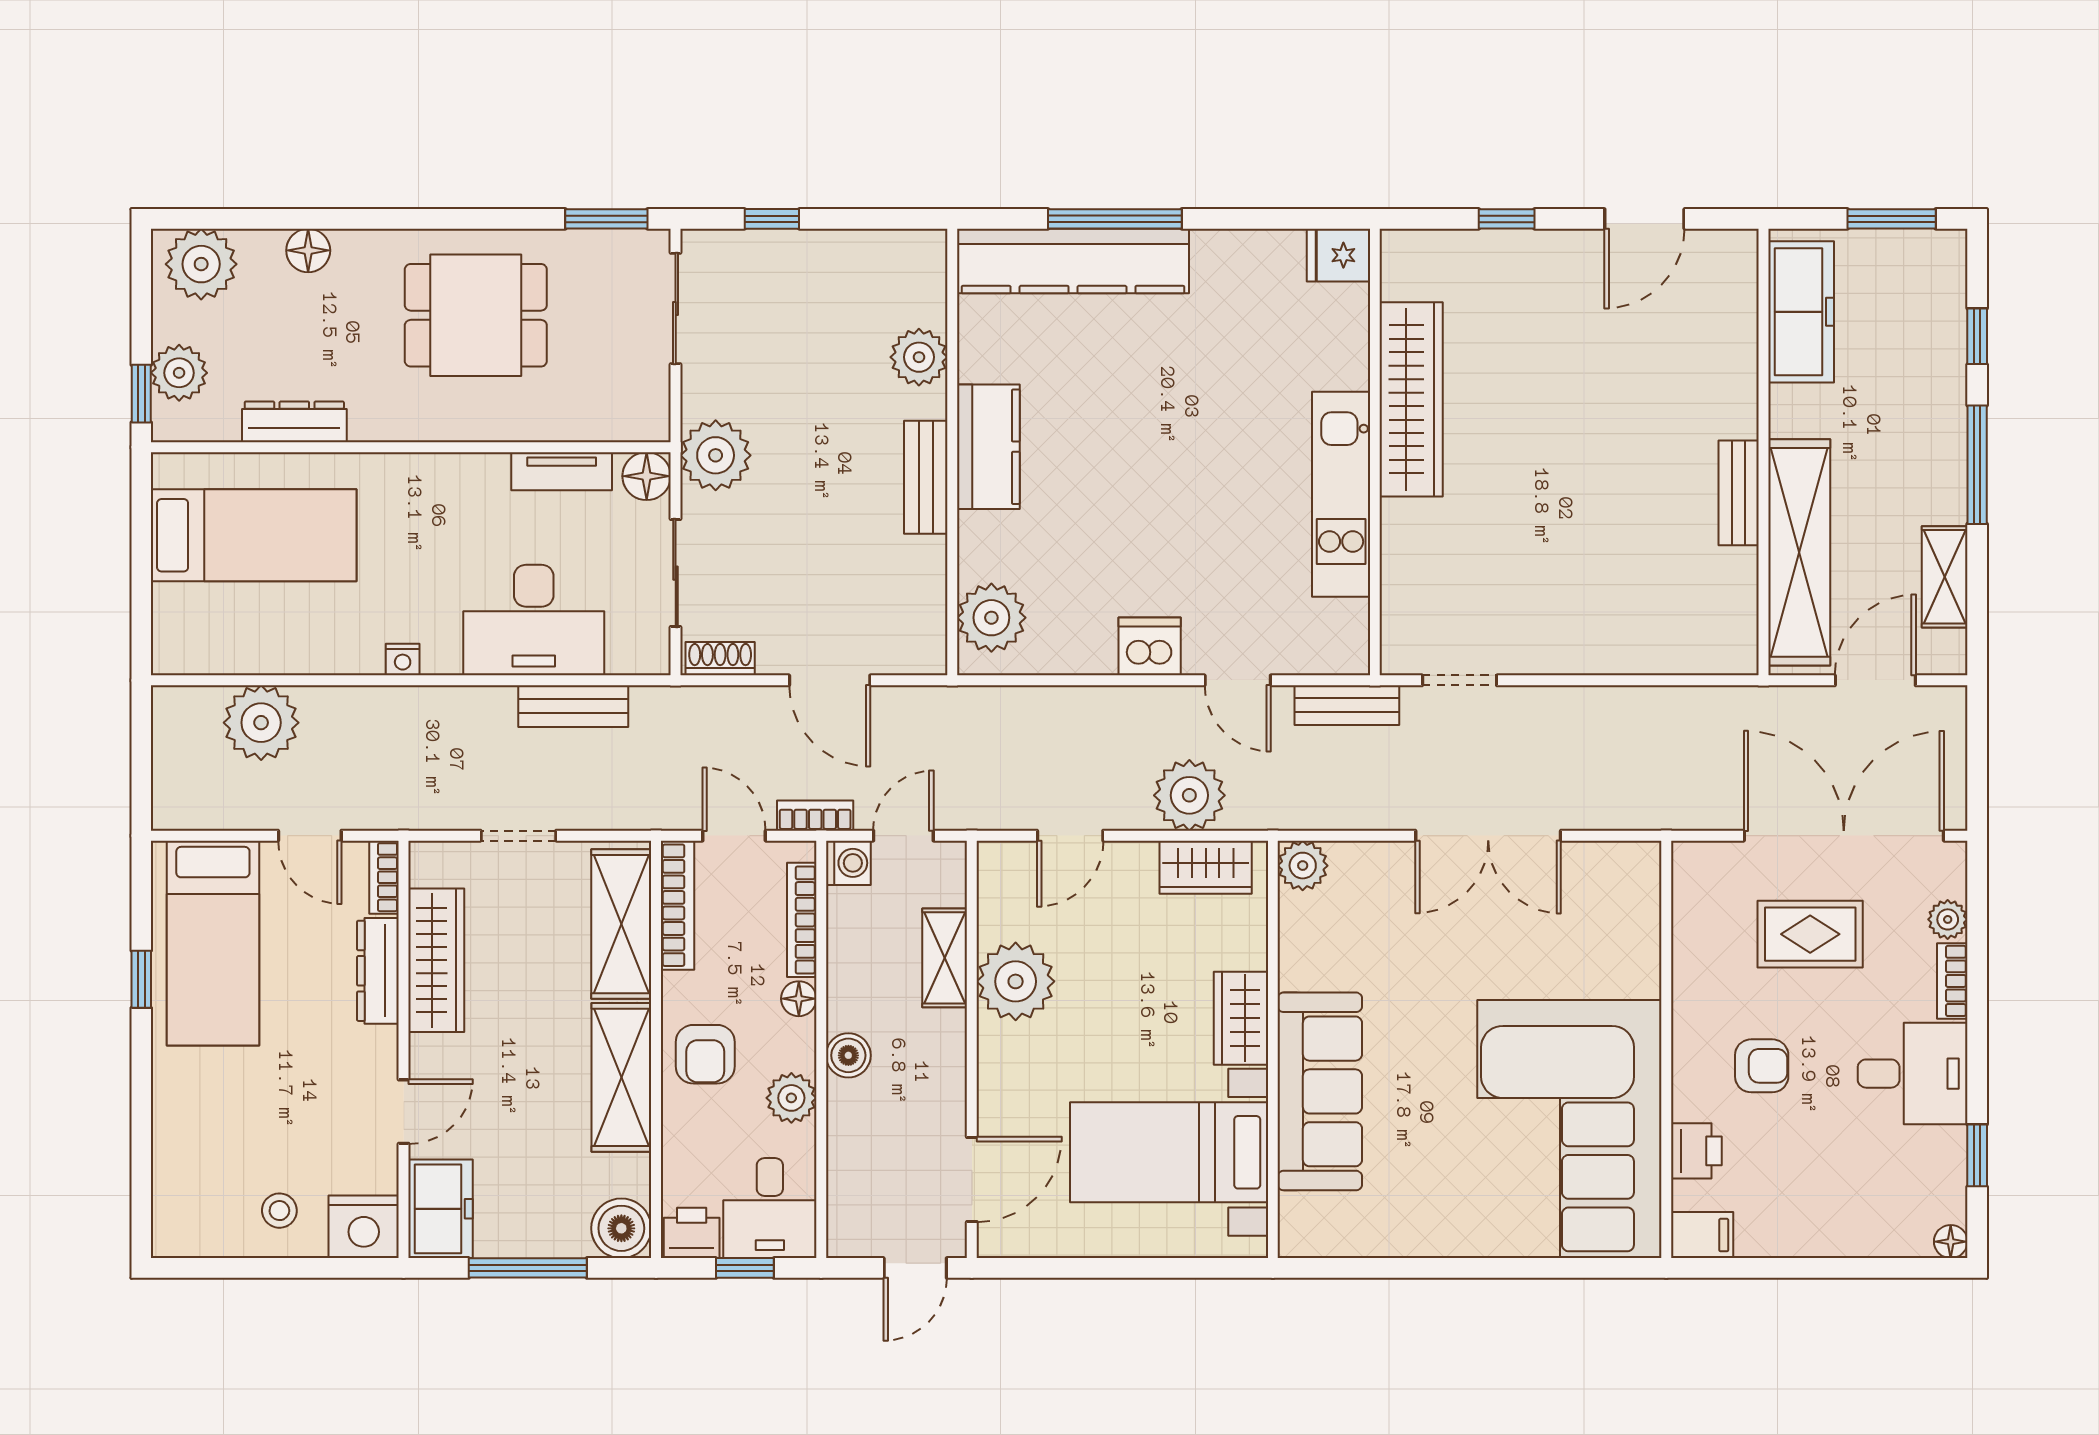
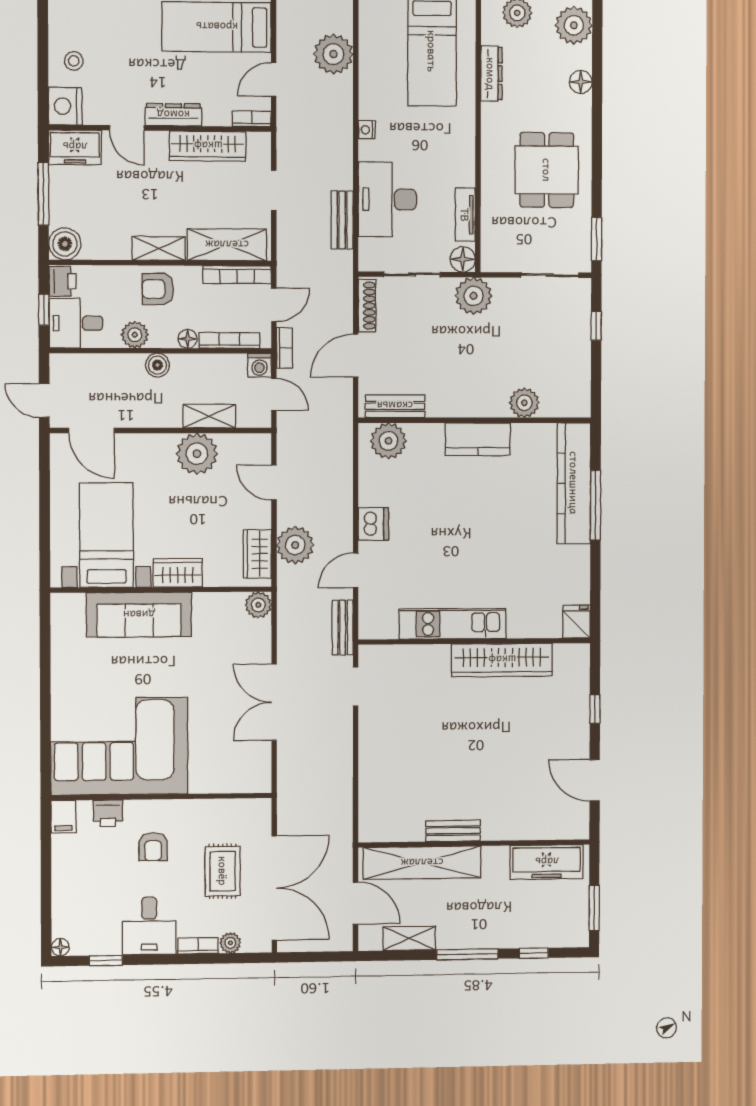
bench: (926, 477) -> (395, 406), moved
shoe rack: (720, 659) -> (367, 306), width x1.43
dresser: (378, 971) -> (173, 115), moved
shelving: (621, 1077) -> (159, 248), width x0.67, depth x0.75

